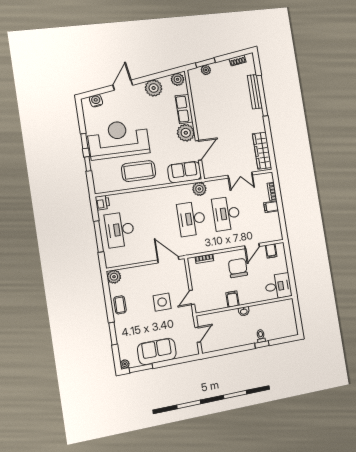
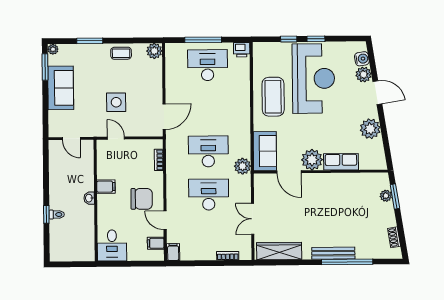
plant: (178, 79) -> (364, 75), moved
bench: (255, 92) -> (333, 253), moved
filing cabinet: (271, 207) -> (173, 252), moved

